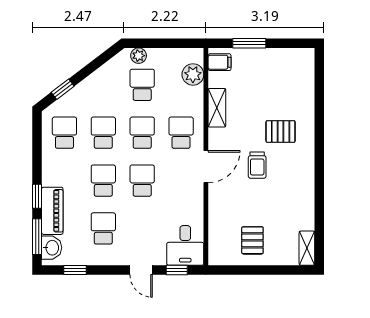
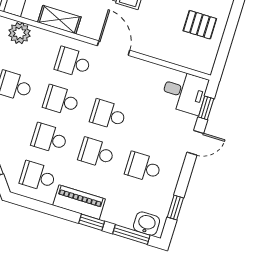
piano: (52, 211) -> (79, 202), moved

